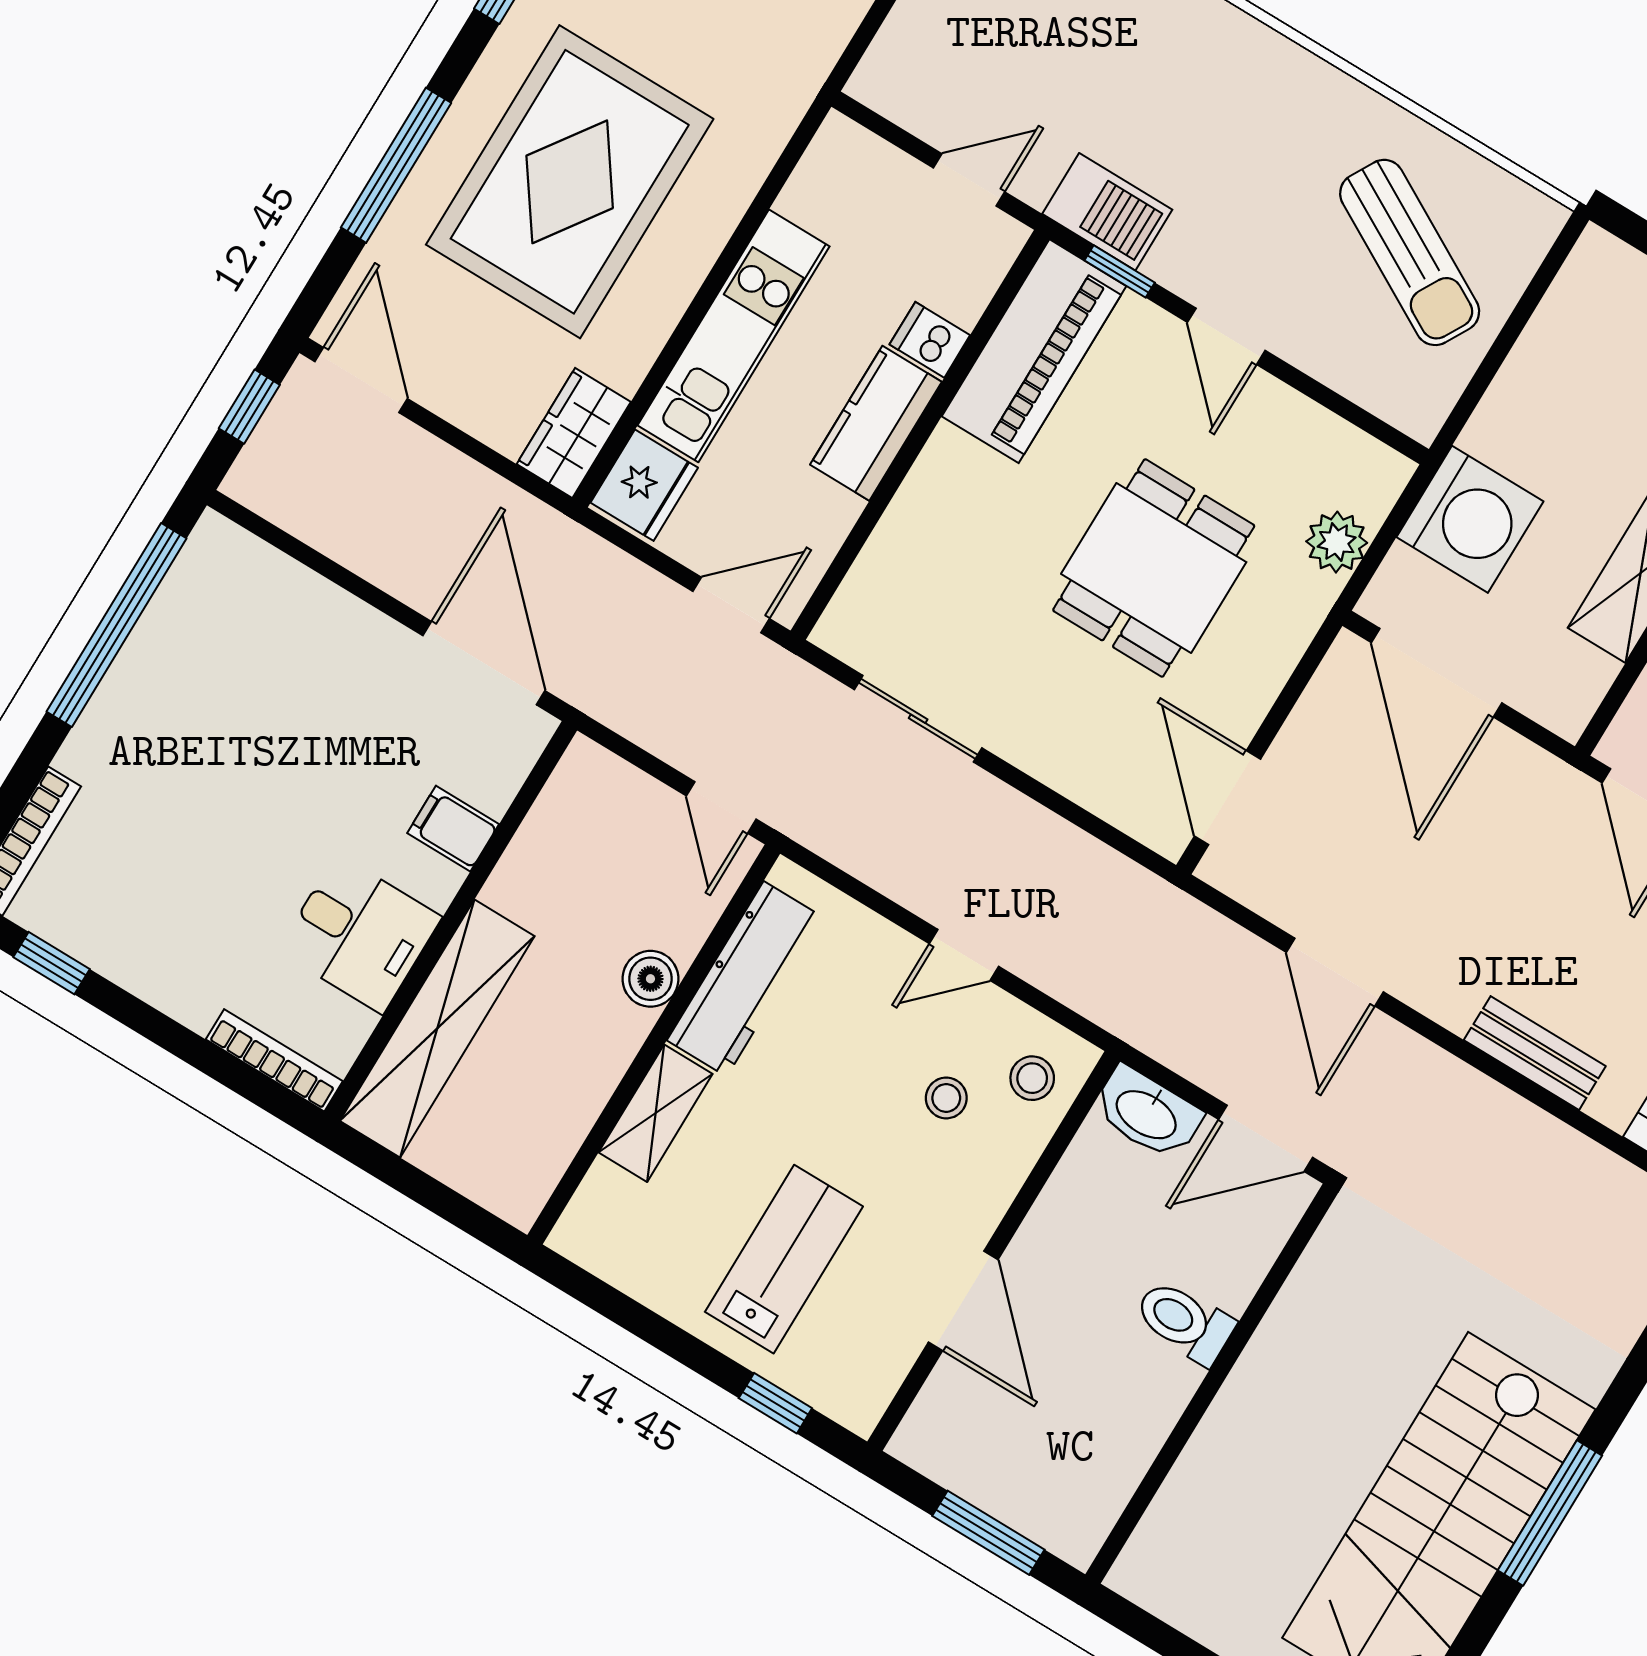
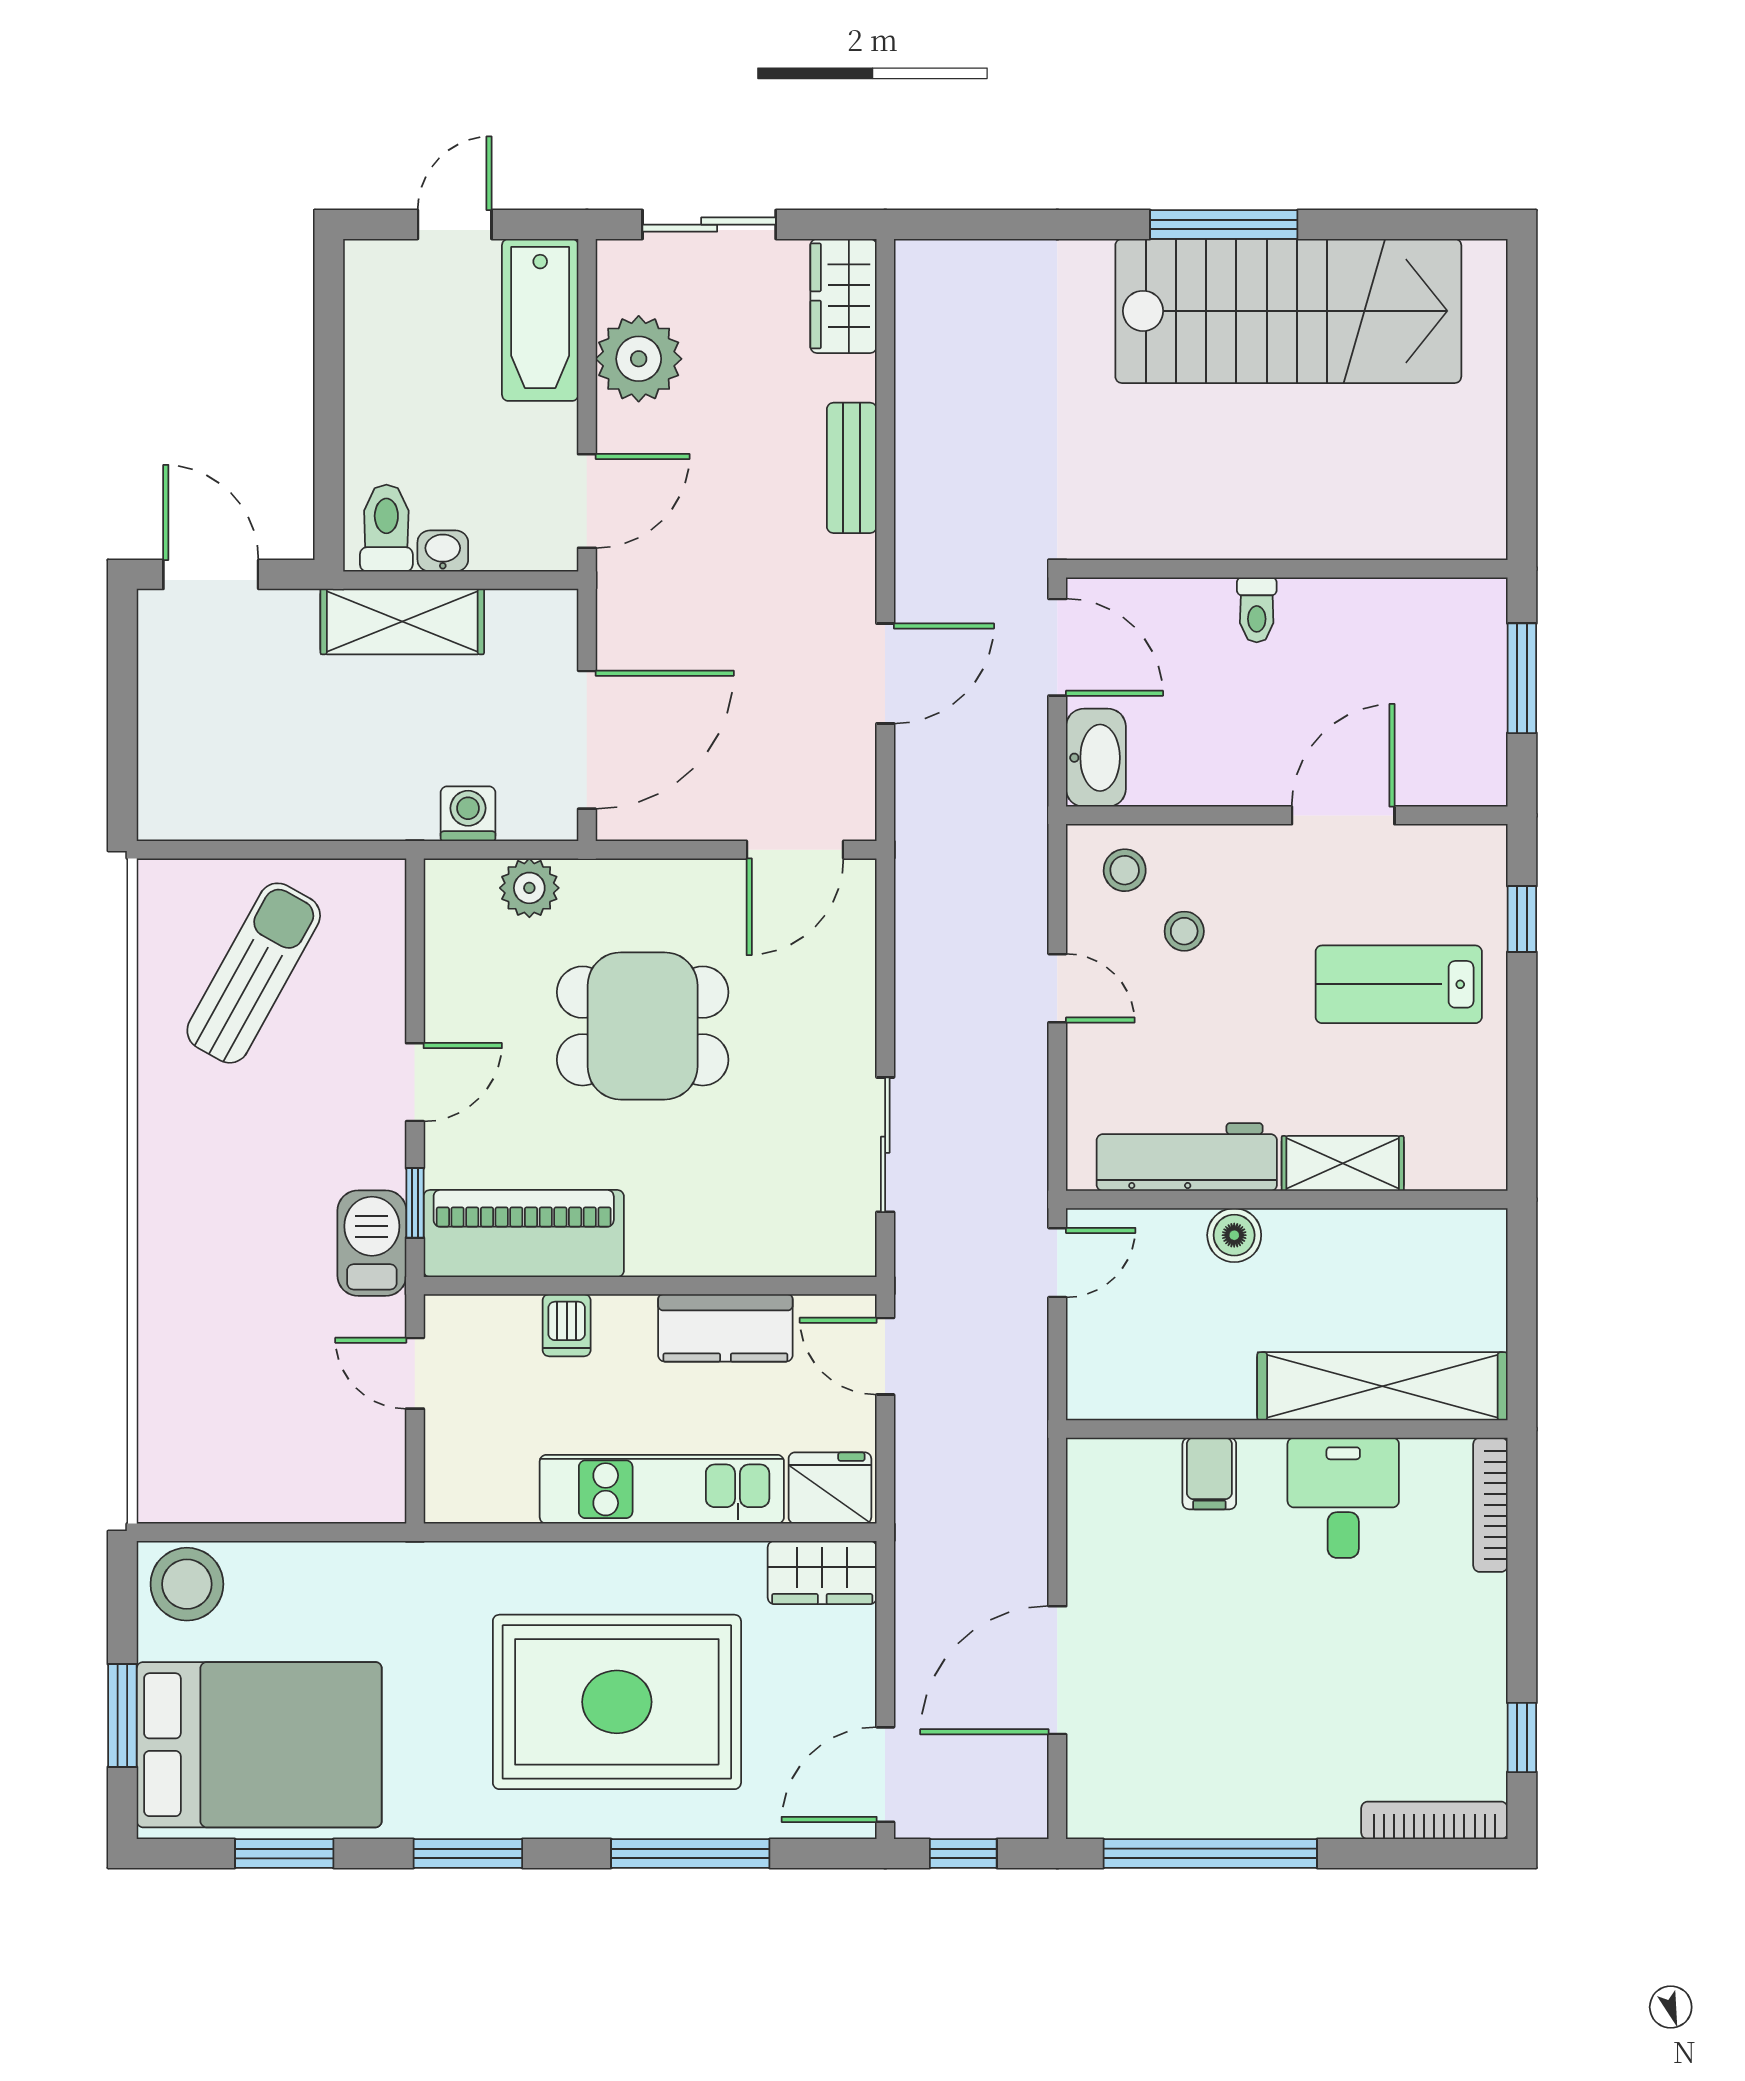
kitchen counter: (876, 423) -> (725, 1328), moved
washing machine: (1470, 519) -> (468, 814), width x0.53, depth x0.53
door: (484, 663) -> (1057, 1670), moved
toilet: (1184, 1322) -> (1257, 610), width x0.73, depth x0.72

